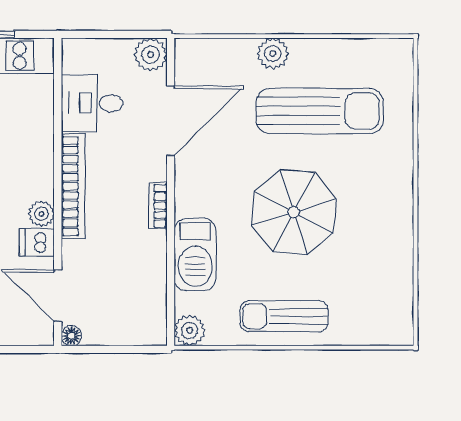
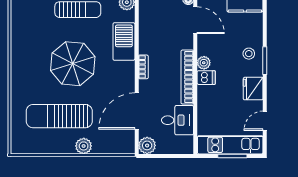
dishwasher: (37, 242) -> (206, 78), moved

